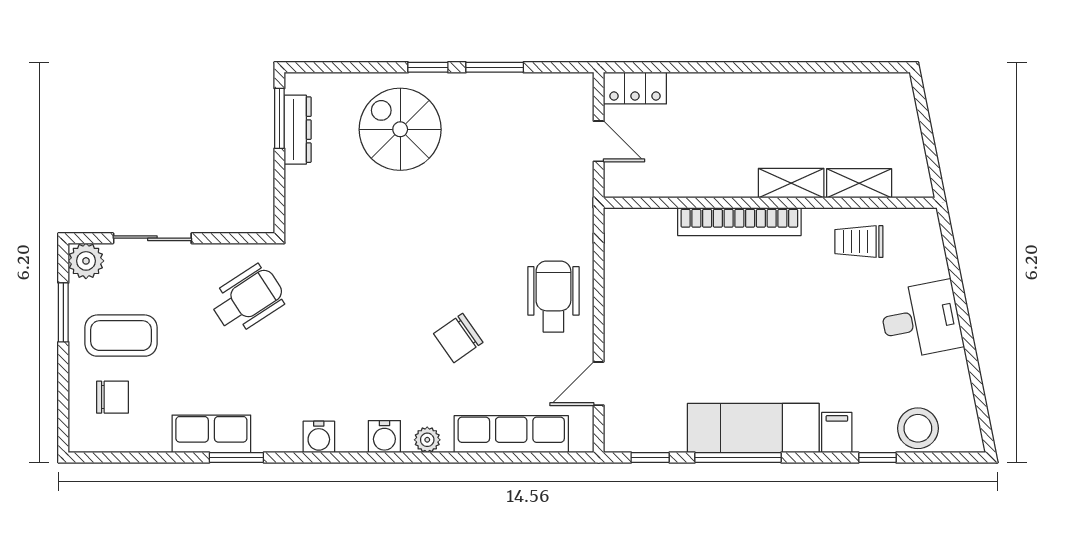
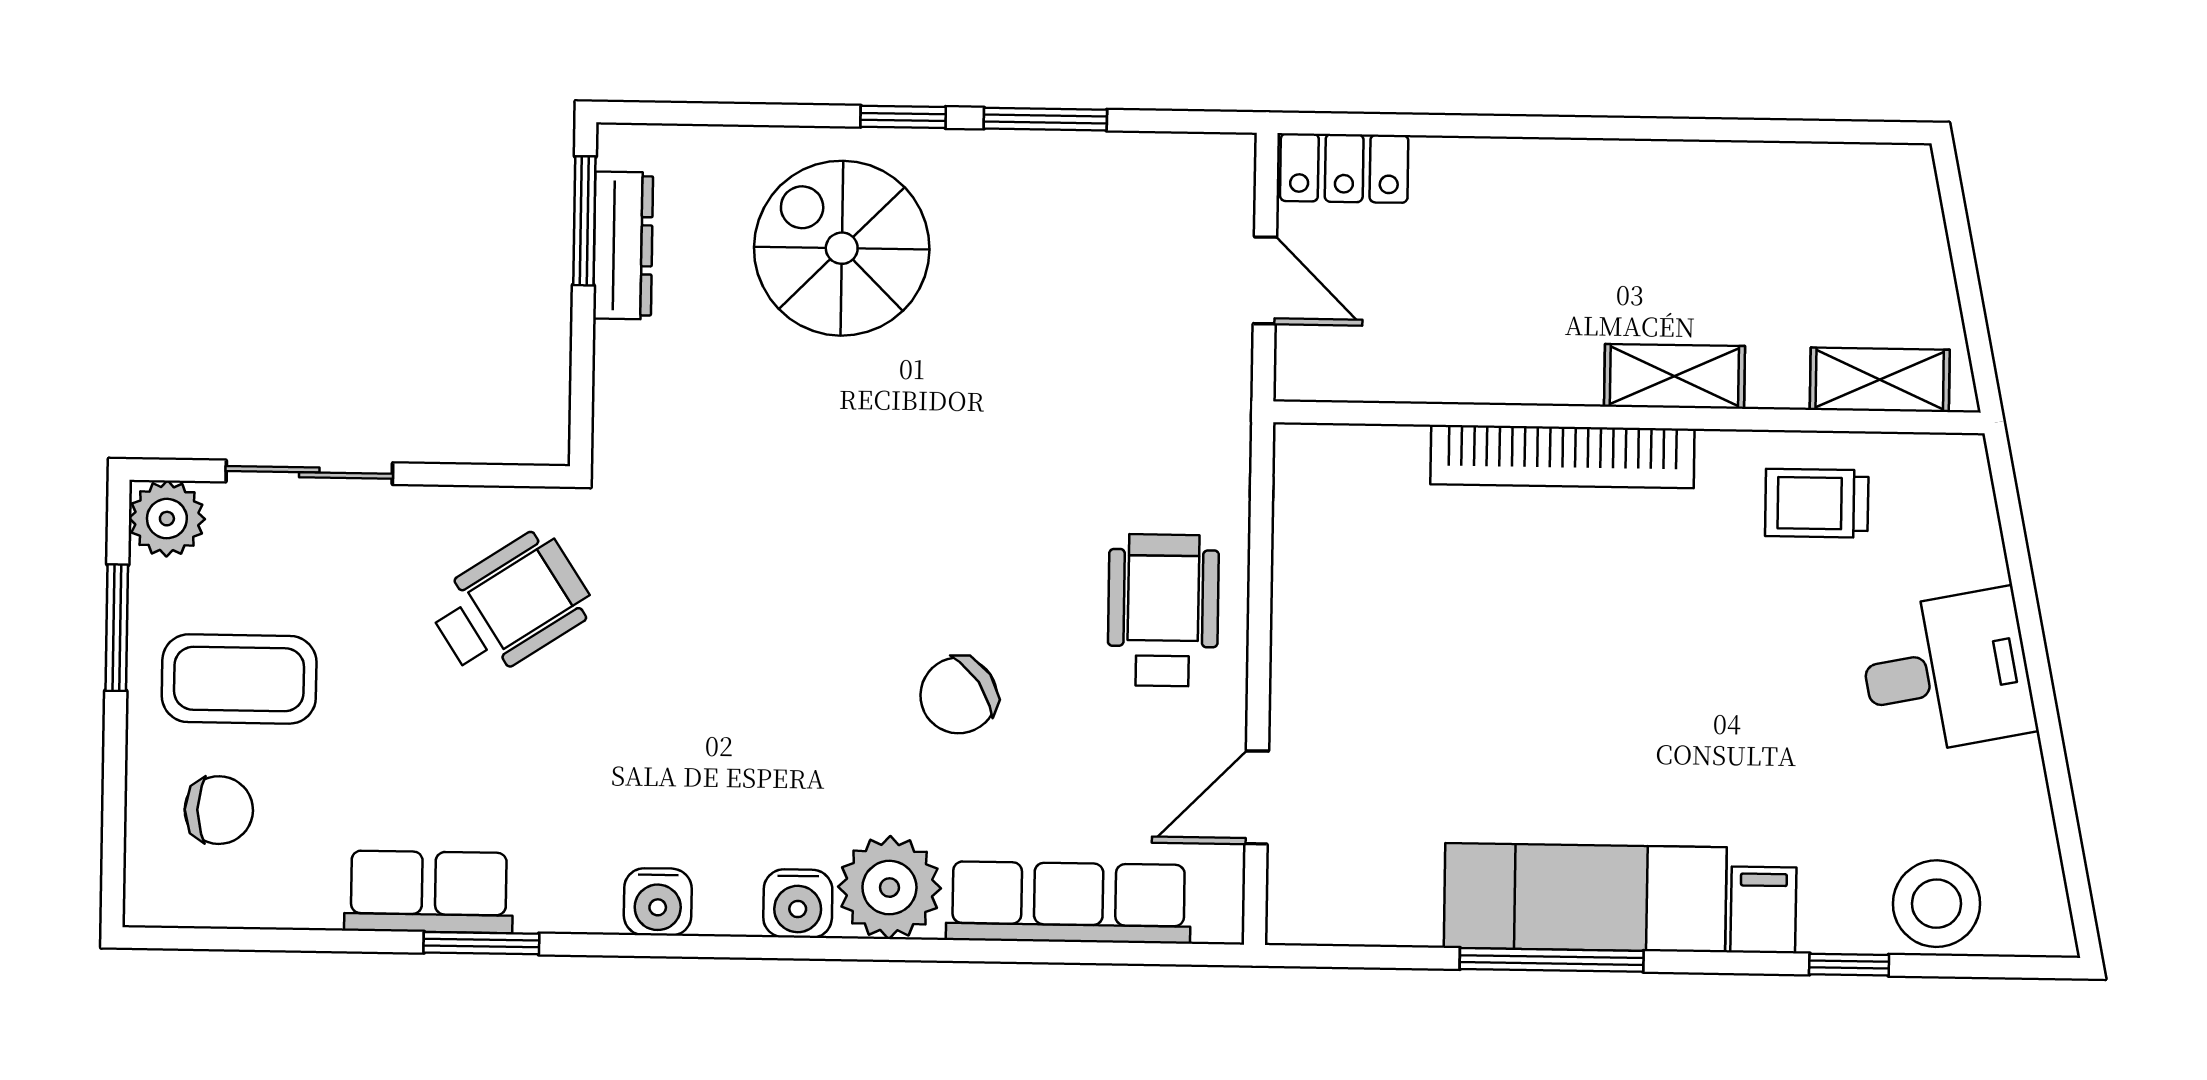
shelving: (859, 183) -> (1880, 380), moved
plant: (427, 440) -> (889, 888), width x1.87, depth x1.87
window: (650, 458) -> (1364, 957), removed

